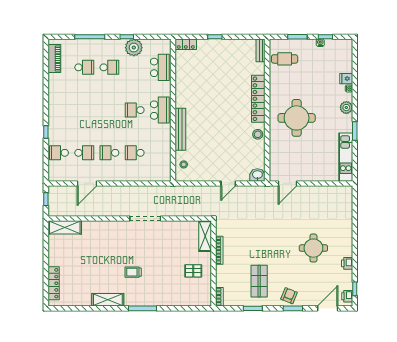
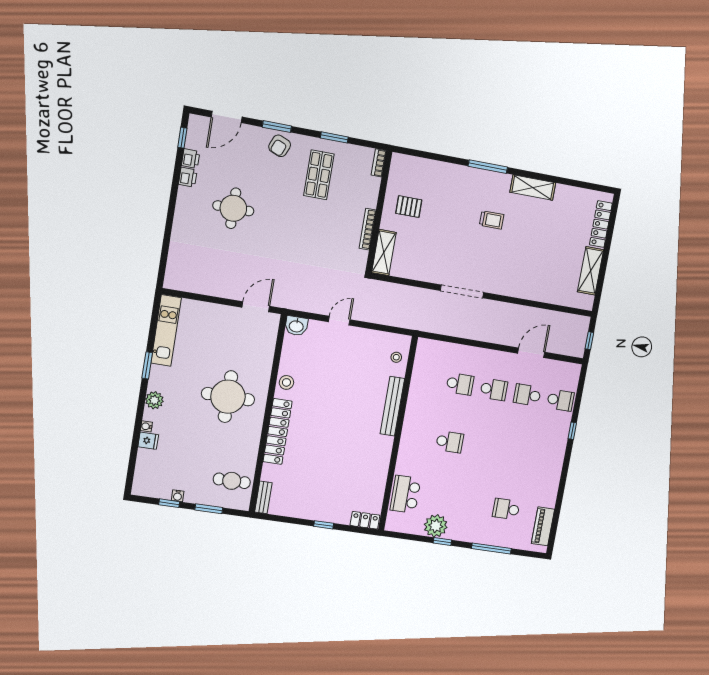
school desk: (109, 67) -> (473, 504), removed
school desk: (160, 110) -> (416, 437), removed
shelving: (65, 227) -> (591, 271), moved, turned 90
printer: (347, 296) -> (191, 159), moved

